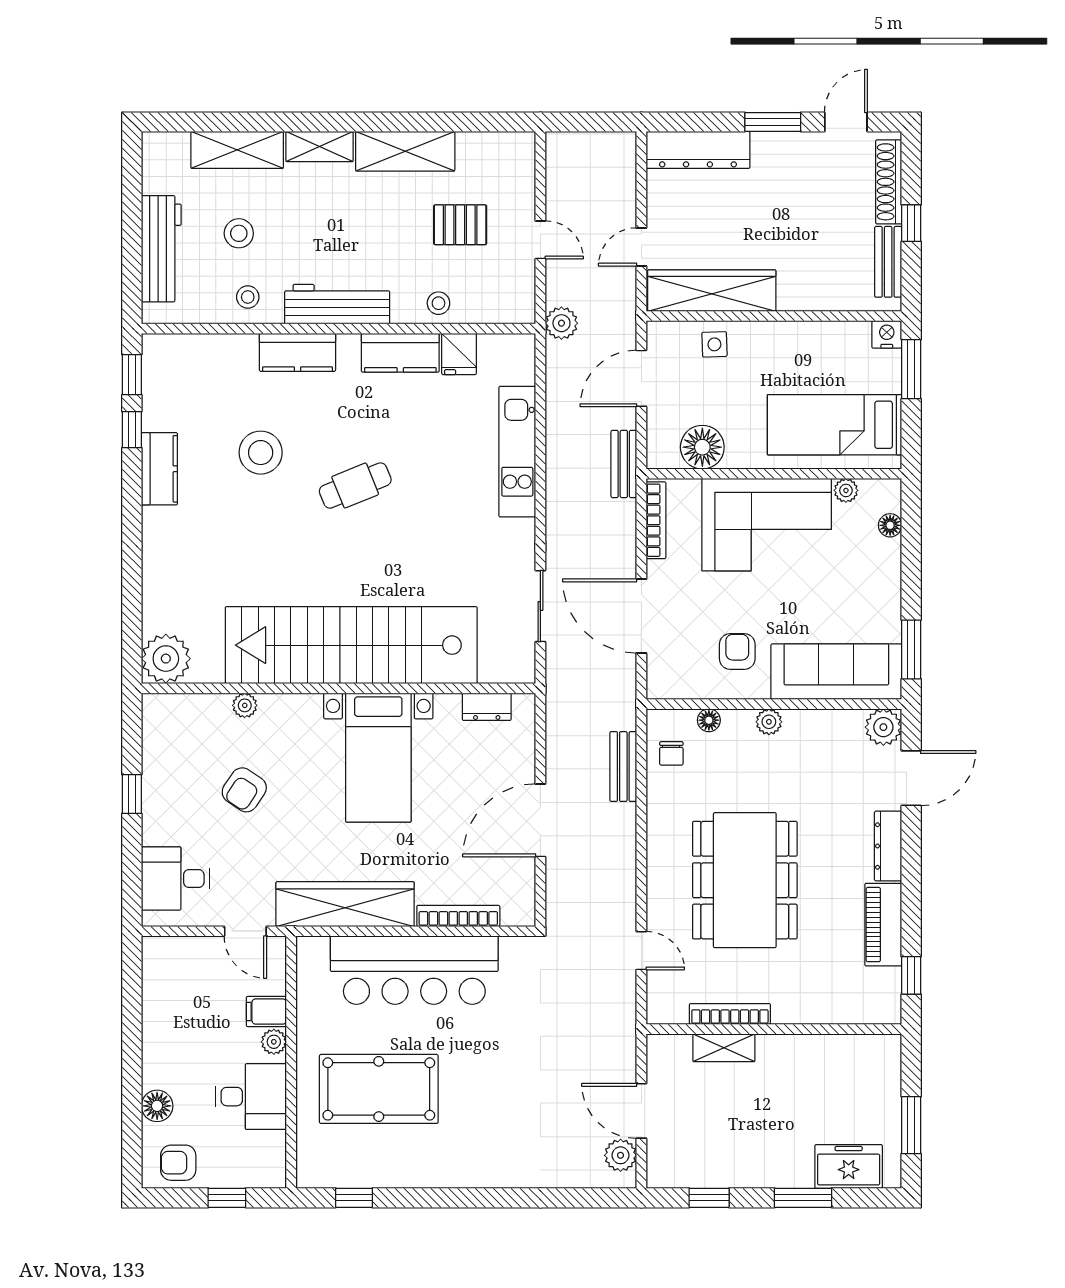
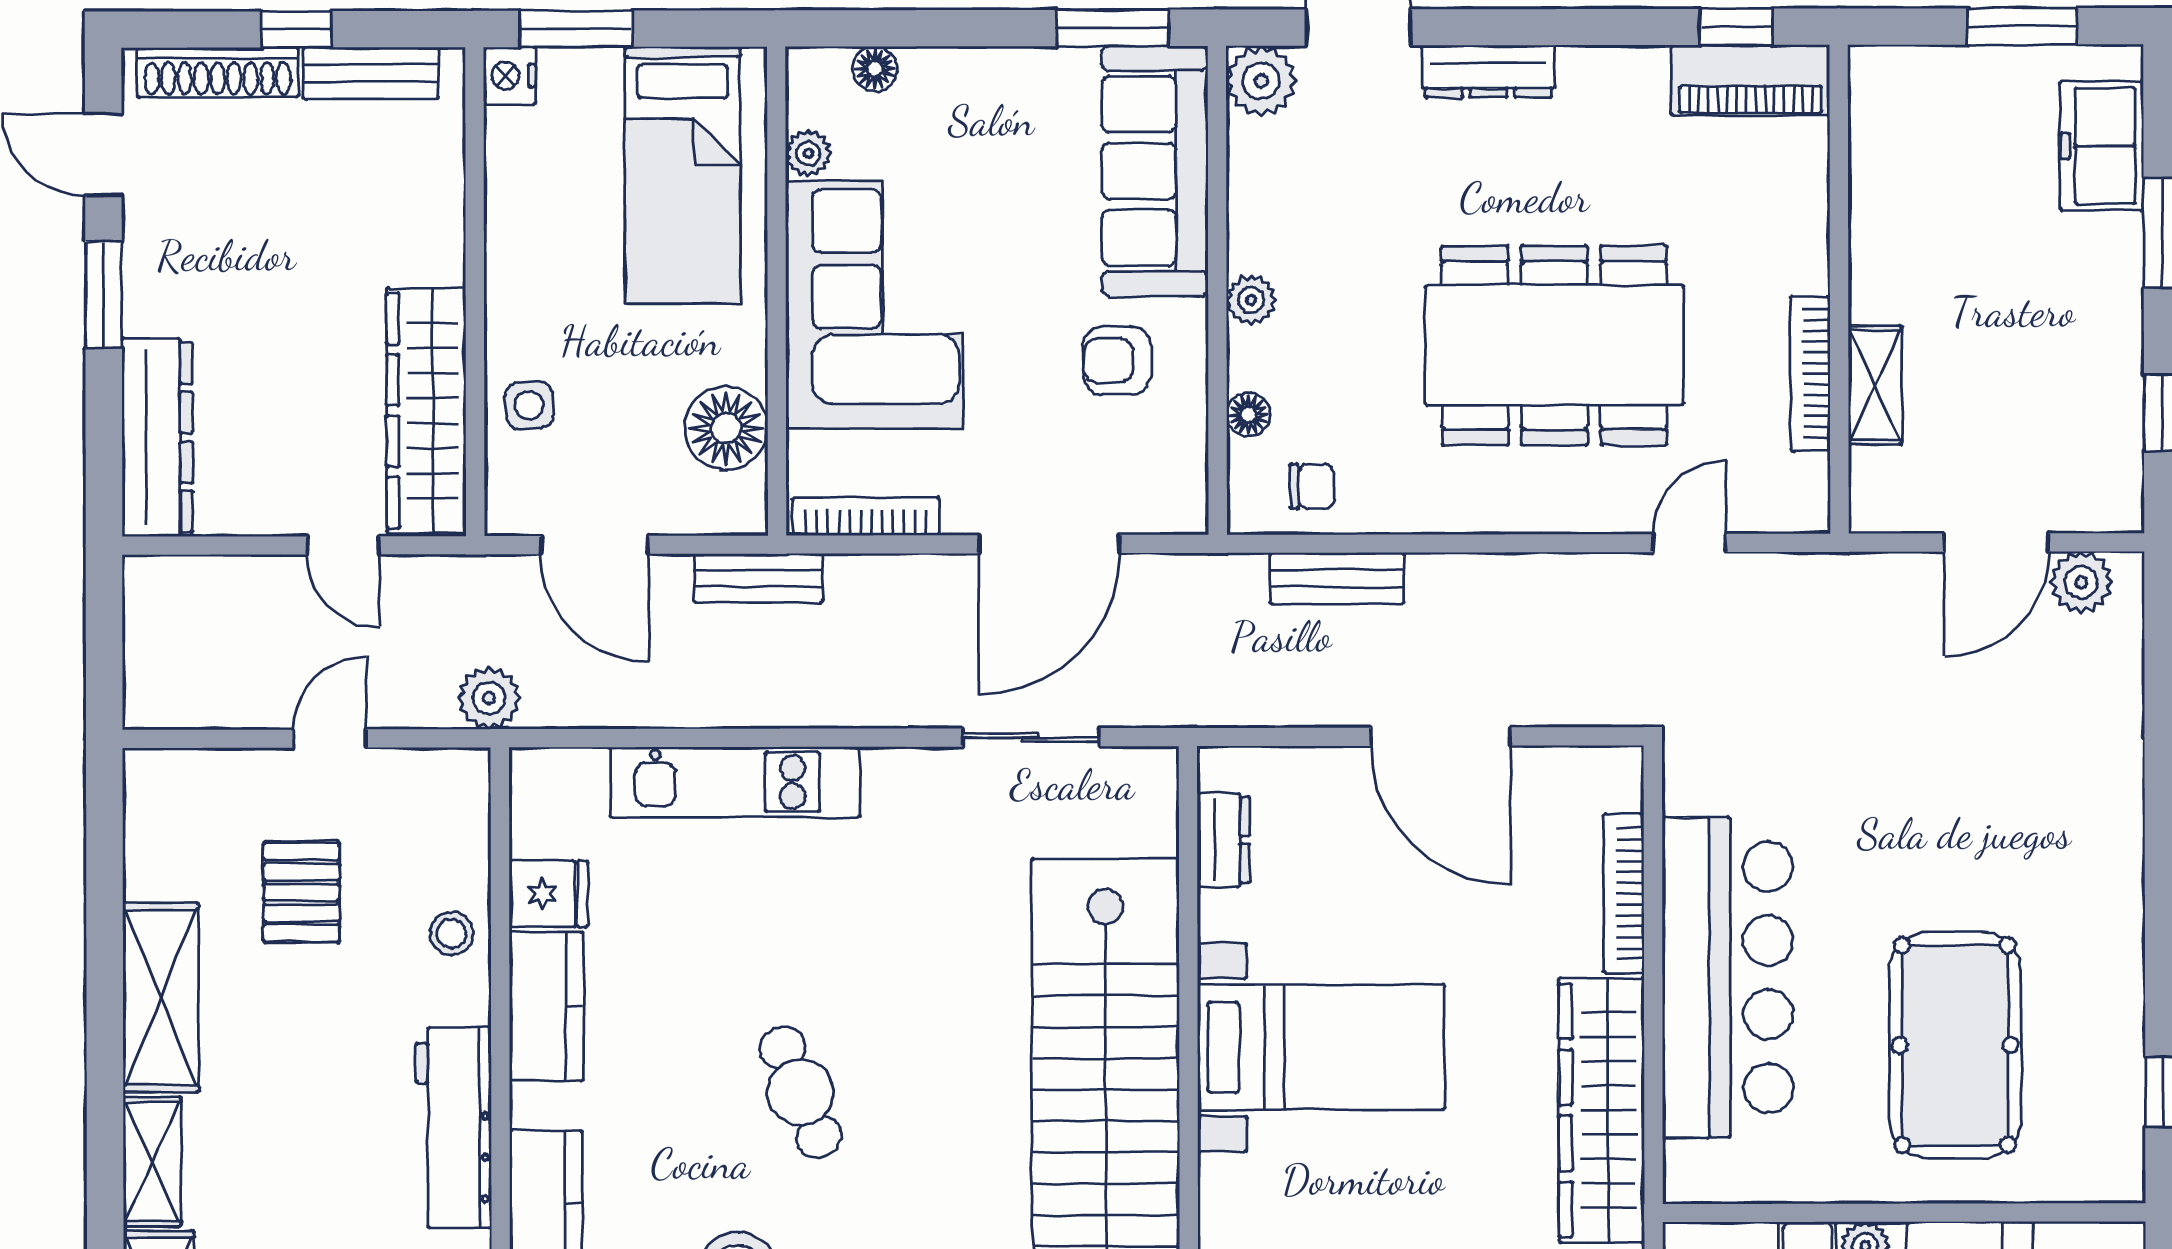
piano: (883, 925) -> (1751, 80), moved

